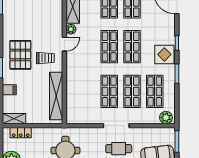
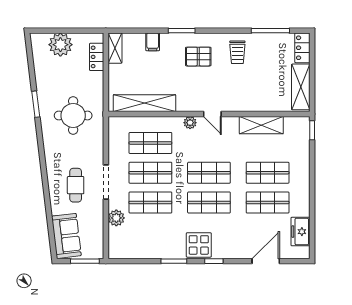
plant: (71, 29) -> (190, 123), moved
pallet: (20, 55) -> (198, 57), width x0.67, depth x0.71
trolley: (45, 58) -> (237, 52), moved
shop shelf: (155, 91) -> (150, 143), moved
plant: (166, 118) -> (116, 218), moved

